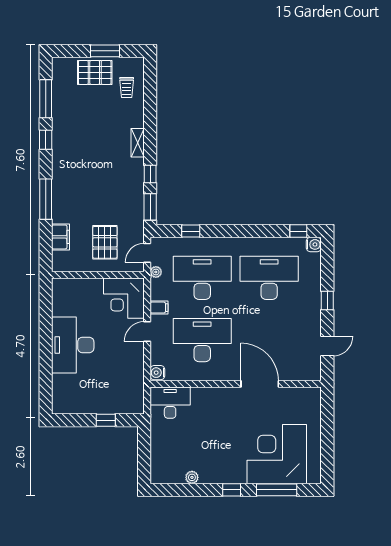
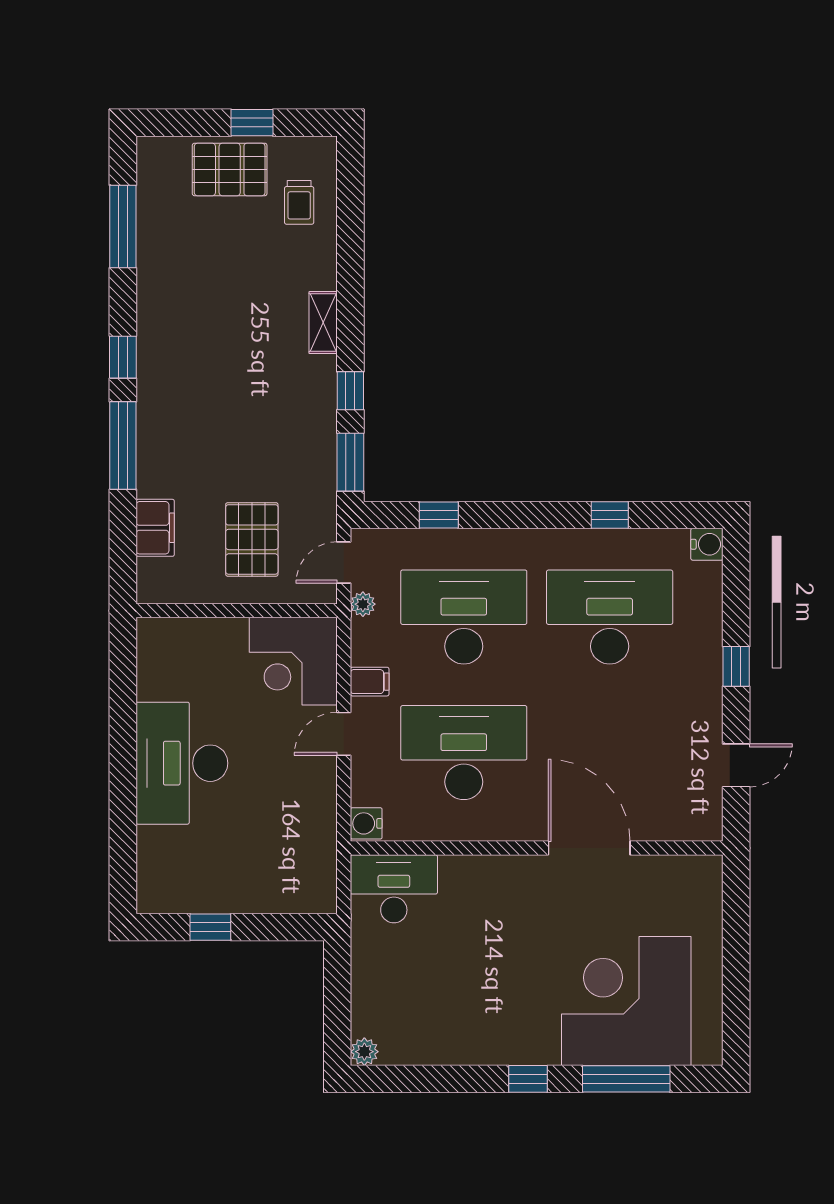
window: (105, 51) -> (252, 123), width x0.67
window: (46, 140) -> (123, 357), moved
window: (298, 231) -> (610, 515), moved
window: (106, 420) -> (210, 927), moved
plant: (192, 477) -> (364, 1052), moved

